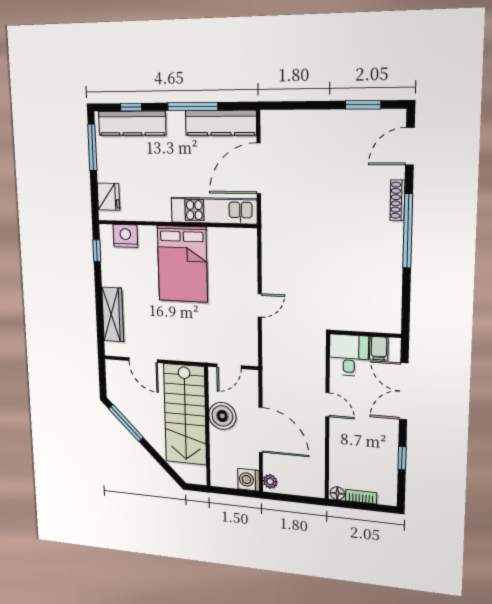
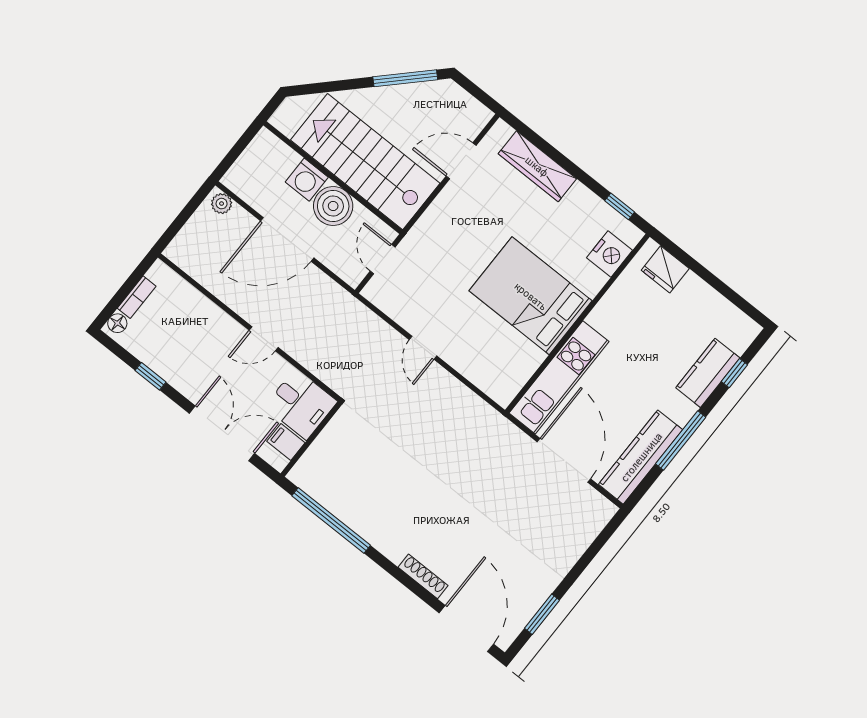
kitchen counter: (132, 123) -> (708, 373), width x0.67
door: (410, 146) -> (466, 628), width x1.36
window: (92, 147) -> (730, 294), removed
window: (408, 231) -> (331, 521), moved
washing machine: (249, 480) -> (307, 180), moved, turned 180
floor lamp: (337, 493) -> (117, 323), moved

